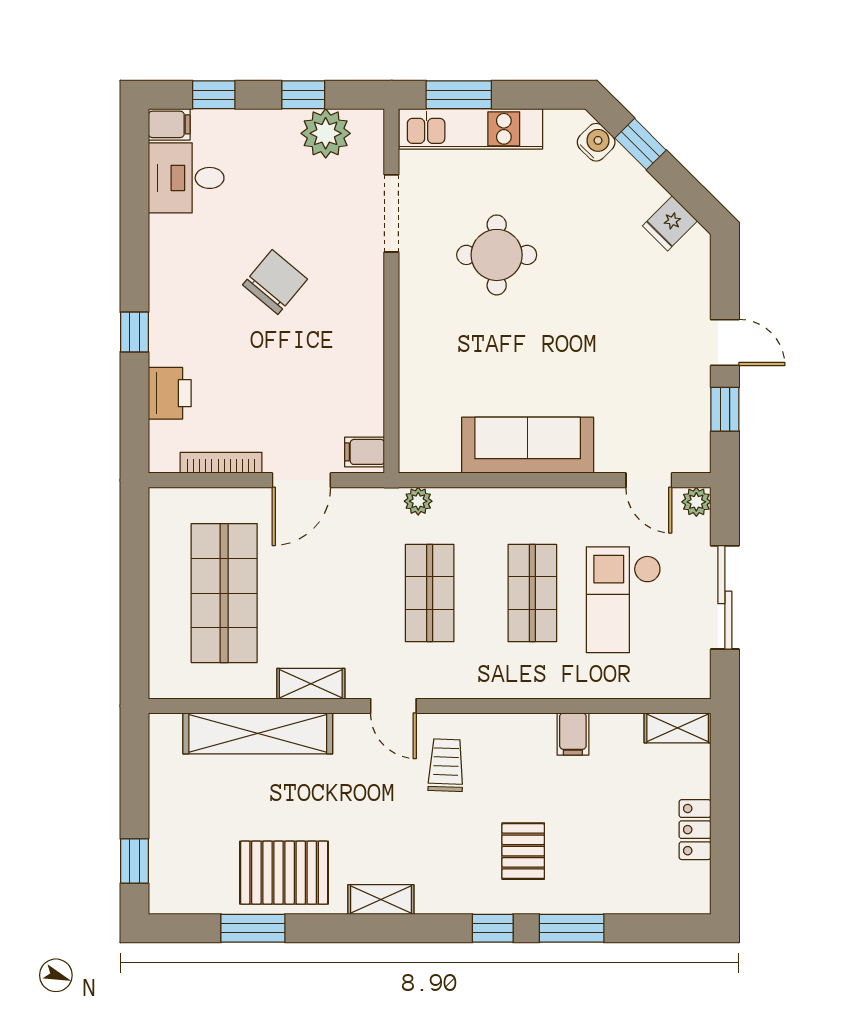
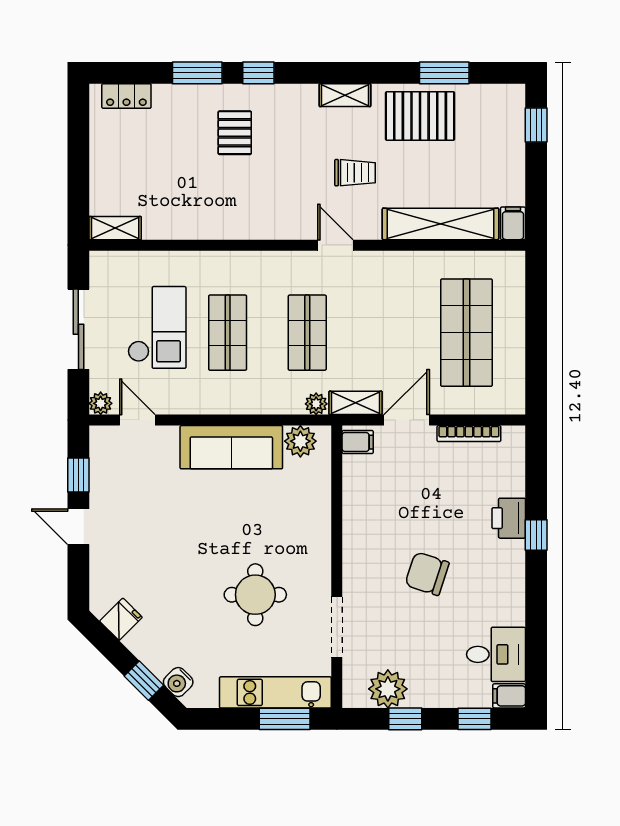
chair: (275, 282) -> (427, 574), turned 68
printer: (170, 393) -> (509, 518), moved
plant: (438, 453) -> (300, 441), added
shelving: (311, 684) -> (355, 403), moved
filing cabinet: (573, 734) -> (513, 223), moved
trolley: (446, 765) -> (355, 173), moved, turned -92
locker: (695, 830) -> (126, 96), moved, turned 90

